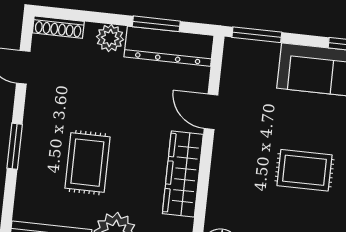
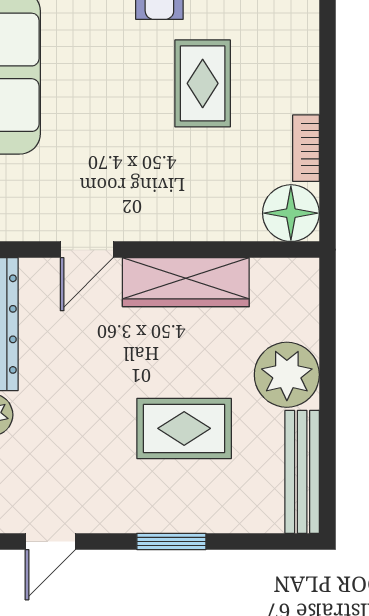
rug: (304, 170) -> (203, 83), moved

